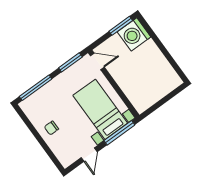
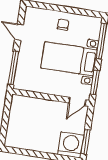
bed with nightstands: (100, 109) -> (69, 59), moved, turned 180

